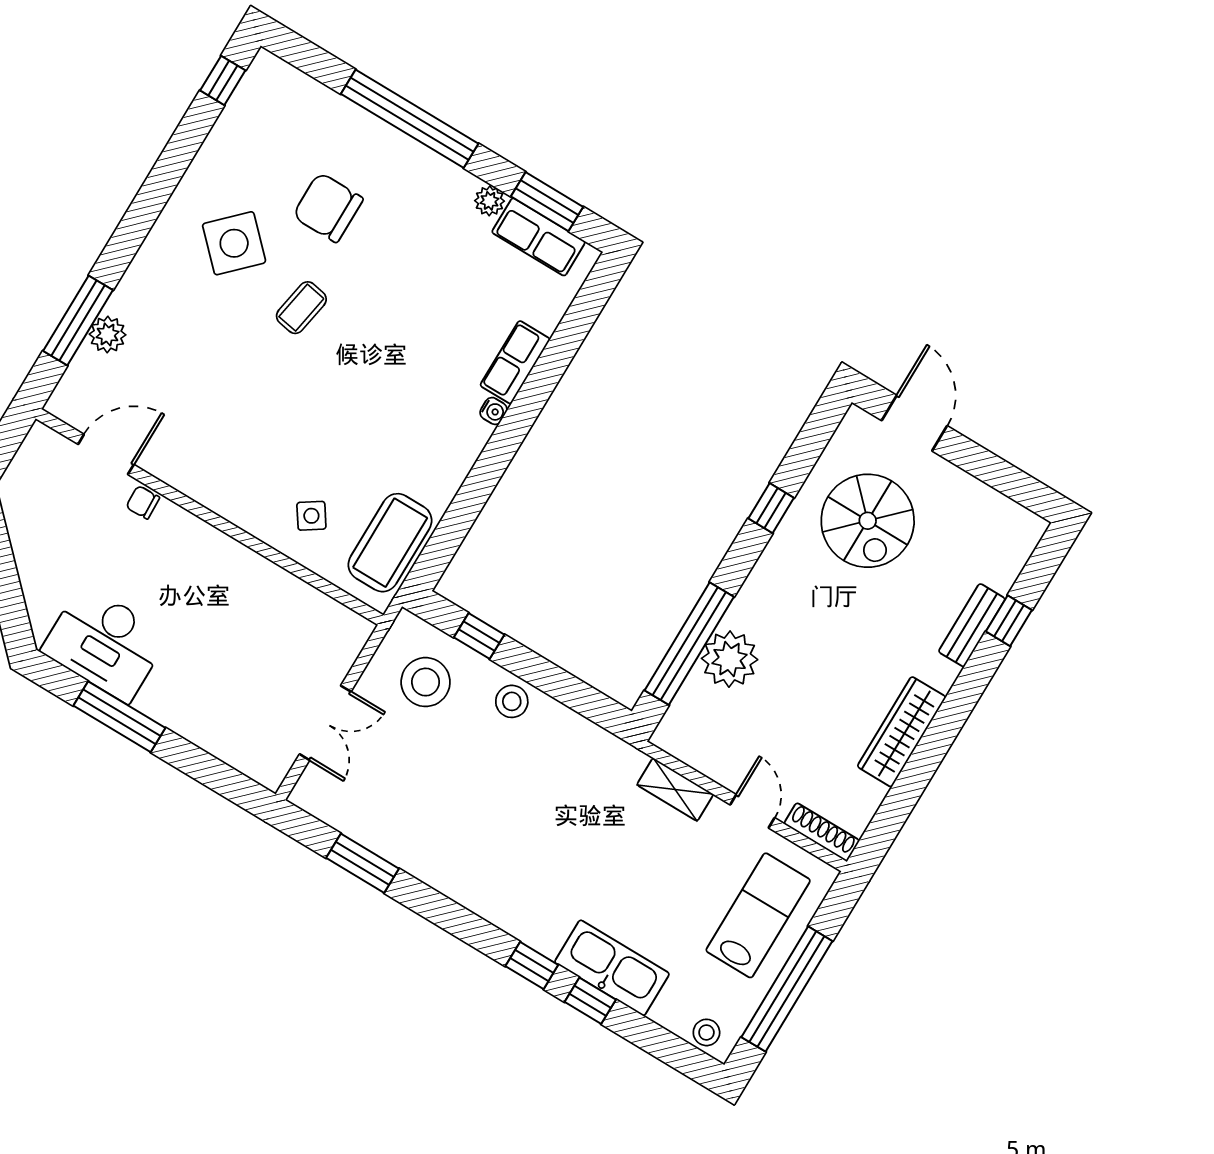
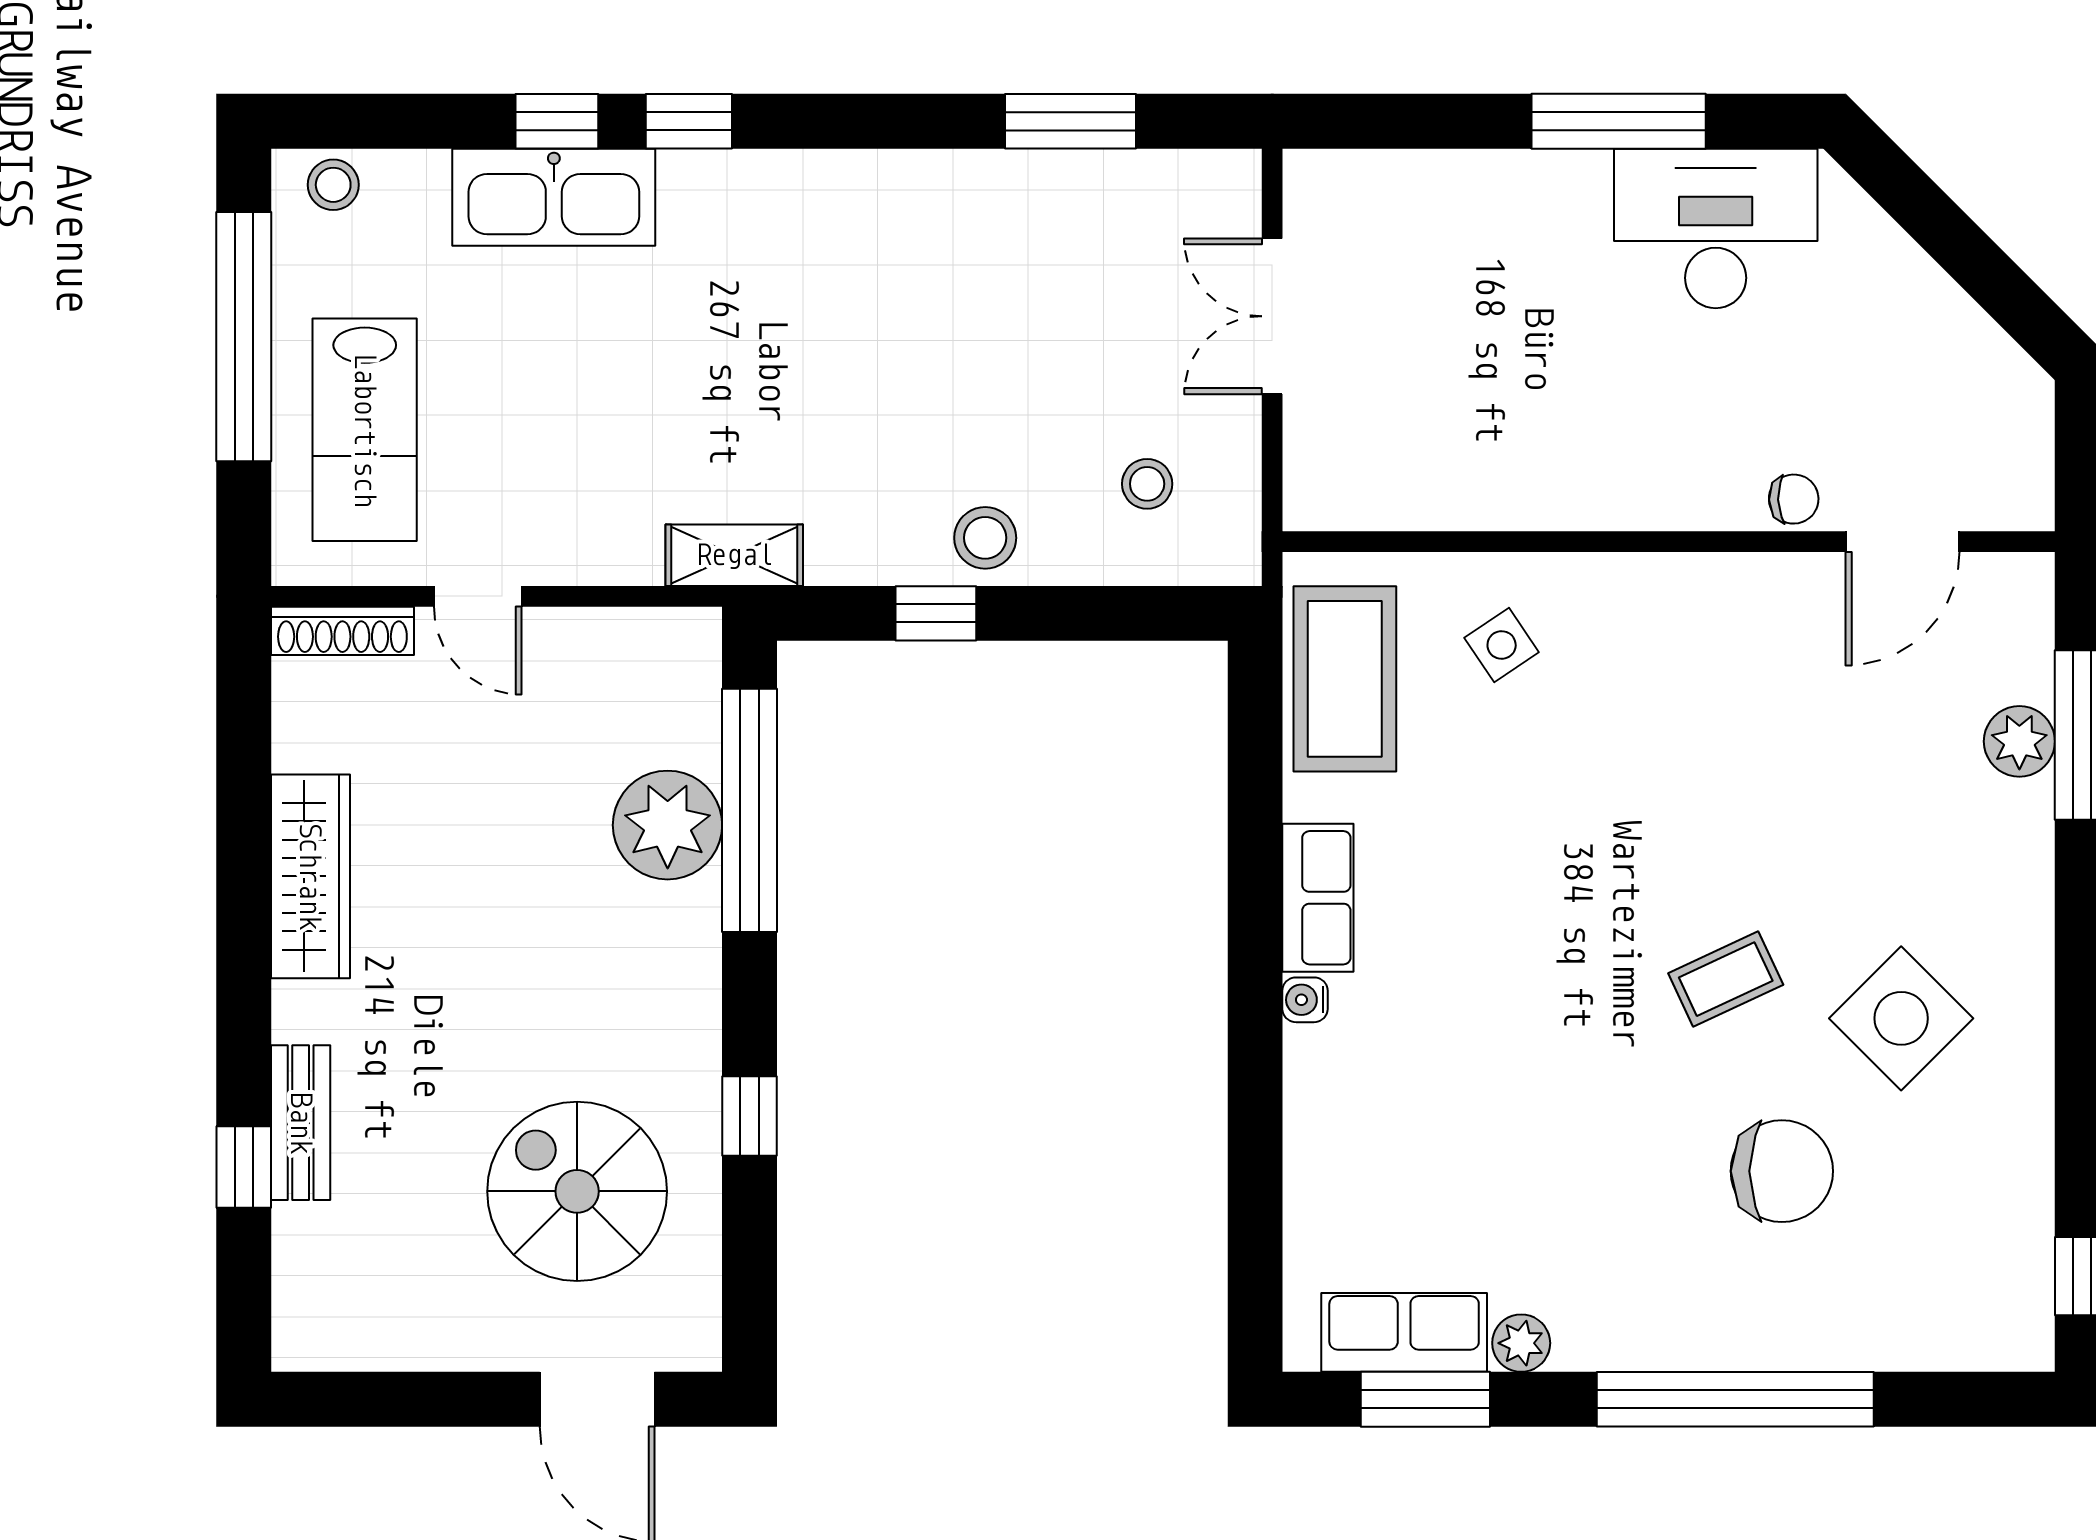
coffee table: (301, 308) -> (1726, 979), turned 55
row of seats: (515, 362) -> (1318, 898), moved
window: (479, 636) -> (936, 613), moved
stool: (426, 682) -> (1147, 484), width x0.53, depth x0.53
shelving: (675, 790) -> (734, 555), moved

